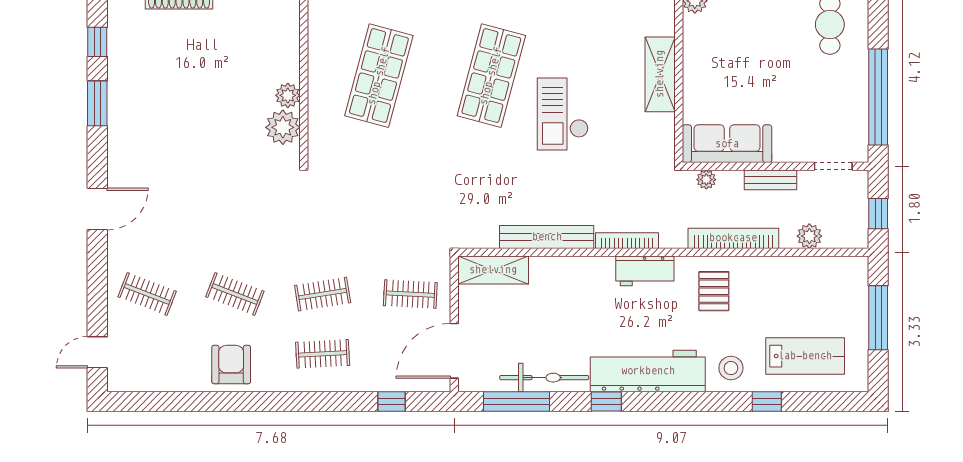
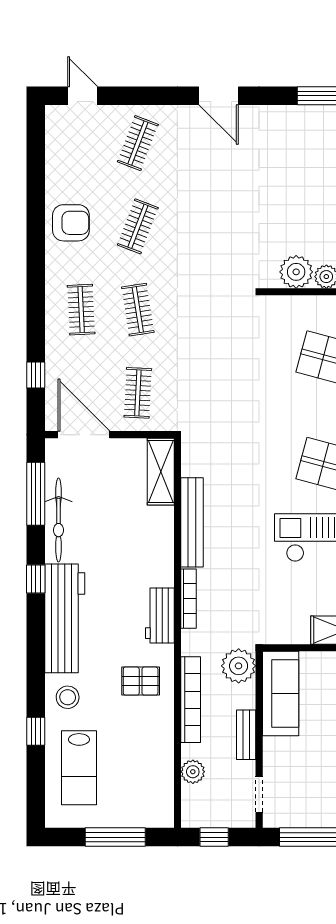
plant: (706, 180) -> (239, 666), width x1.87, depth x1.87

